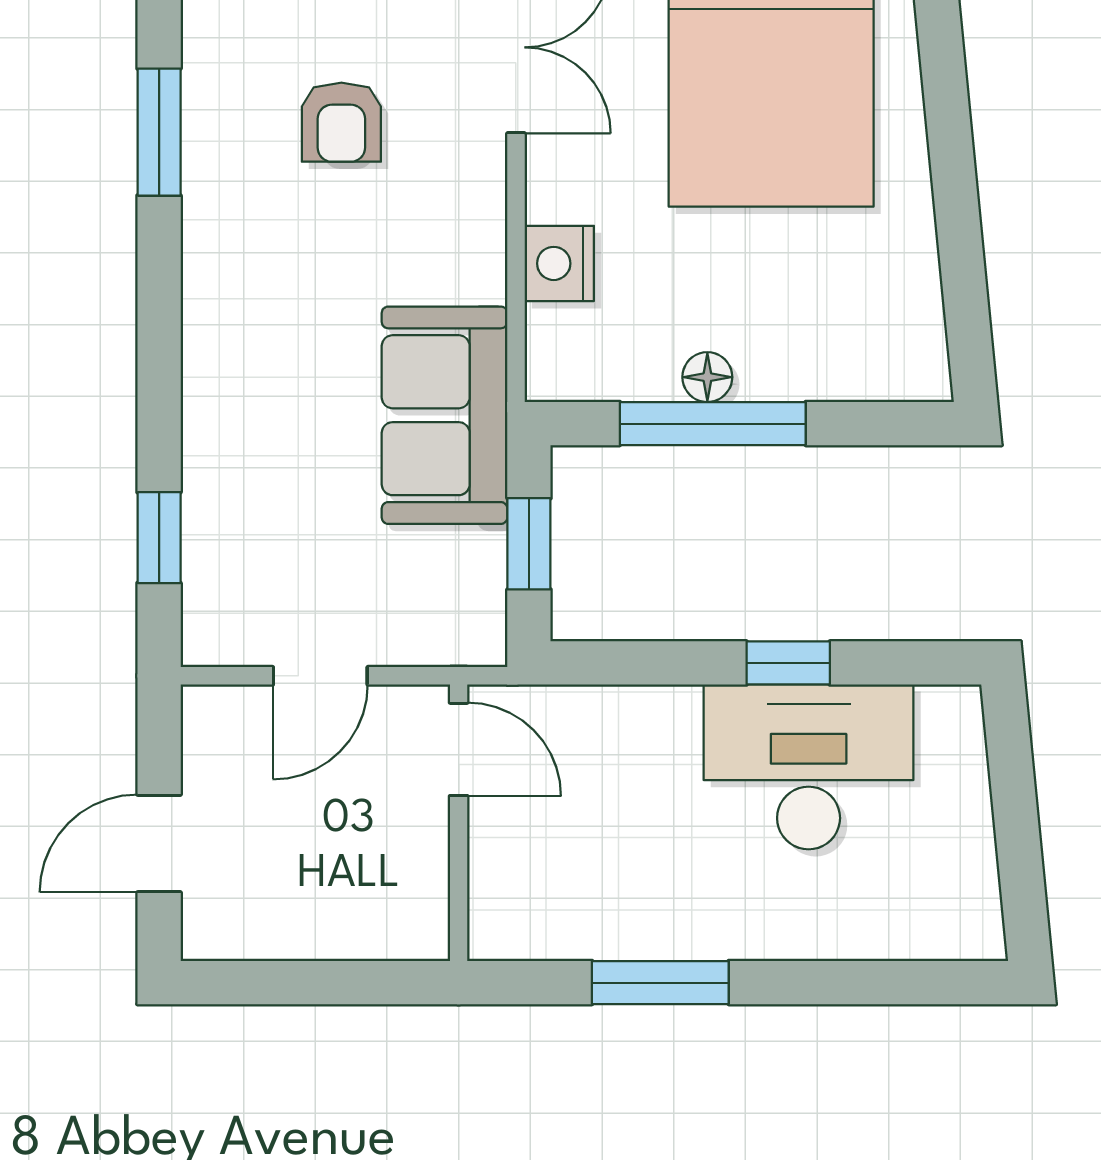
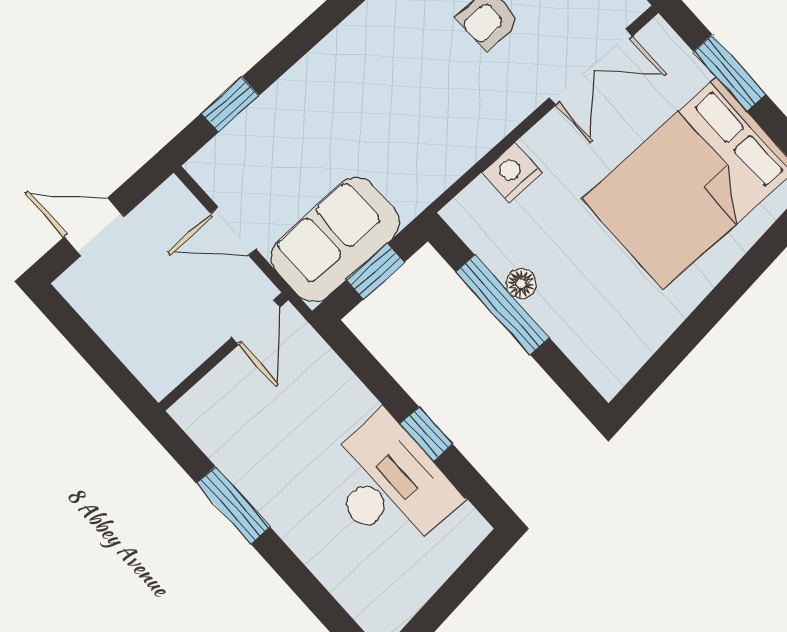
sofa: (445, 415) -> (335, 240), moved

